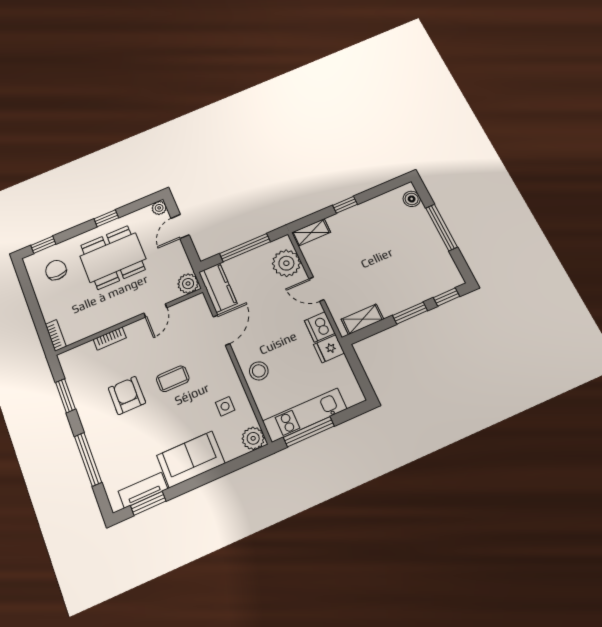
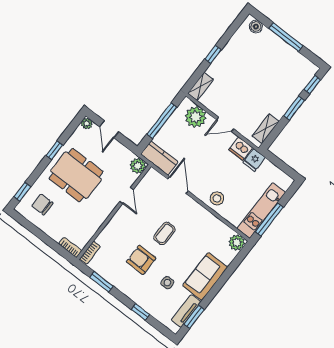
dining table: (113, 257) -> (76, 175), turned 90
bookcase: (110, 339) -> (90, 253), moved
side table: (225, 406) -> (167, 283), moved
window: (88, 459) -> (140, 312), width x0.46

